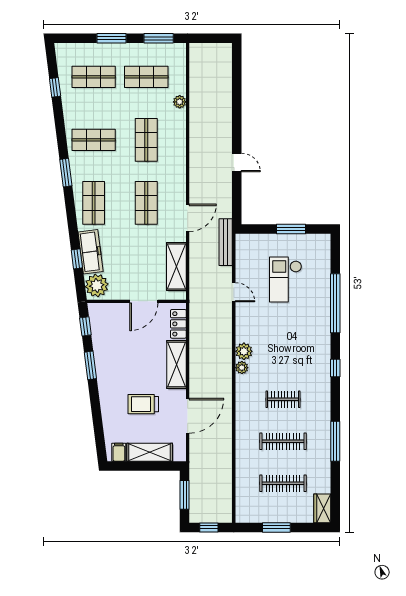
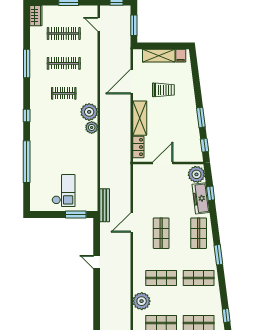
plant: (180, 102) -> (142, 301), width x1.88, depth x1.88
shop shelf: (146, 140) -> (161, 278), turned 90
window: (291, 229) -> (76, 215), moved
shelving: (176, 266) -> (140, 188), removed
checkout: (286, 280) -> (64, 191), moved
door: (234, 292) -> (99, 24), moved
plant: (242, 368) -> (89, 112), width x1.87, depth x1.87

